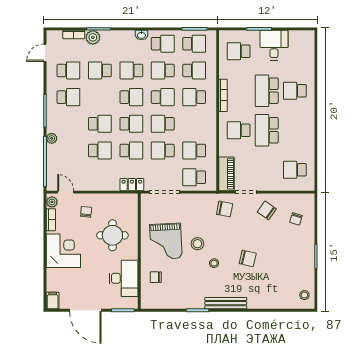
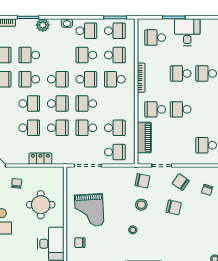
plant: (93, 37) -> (43, 25), moved
school desk: (131, 70) -> (29, 79), moved
school desk: (267, 91) -> (181, 73), width x0.54
school desk: (267, 130) -> (181, 109), width x0.54
school desk: (194, 151) -> (115, 128), turned 180
piano: (227, 174) -> (144, 138), moved
school desk: (194, 177) -> (115, 152), turned 180
locker: (132, 185) -> (40, 159), moved
stool: (197, 244) -> (141, 205), moved
chair: (248, 258) -> (174, 207), moved

